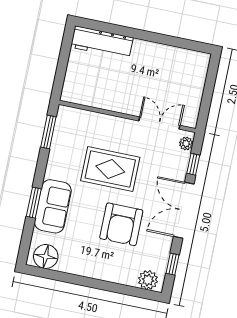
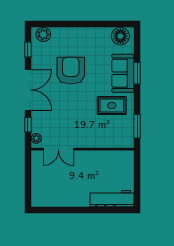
rug: (110, 169) -> (112, 106), moved, width x0.73, depth x0.70

